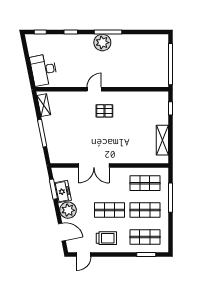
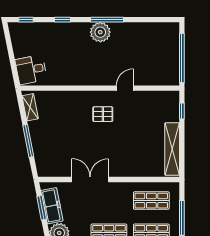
desk: (44, 70) -> (31, 70), width x0.73
door: (94, 89) -> (125, 88), moved
shelving: (162, 140) -> (172, 149), width x1.47
double door: (94, 166) -> (90, 180), swing flipped
freezer: (63, 191) -> (52, 206), width x1.40

